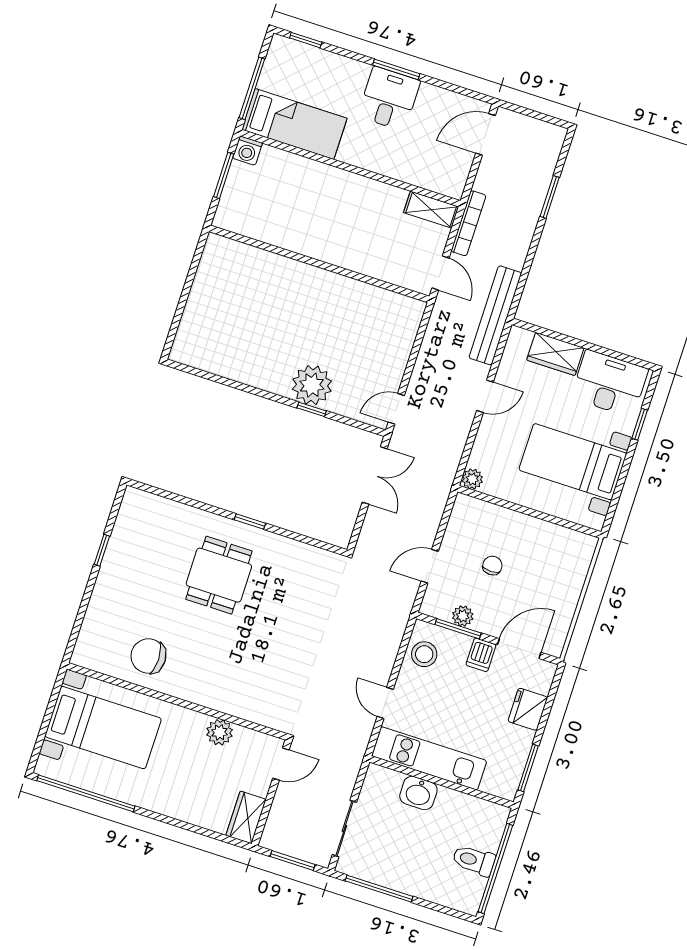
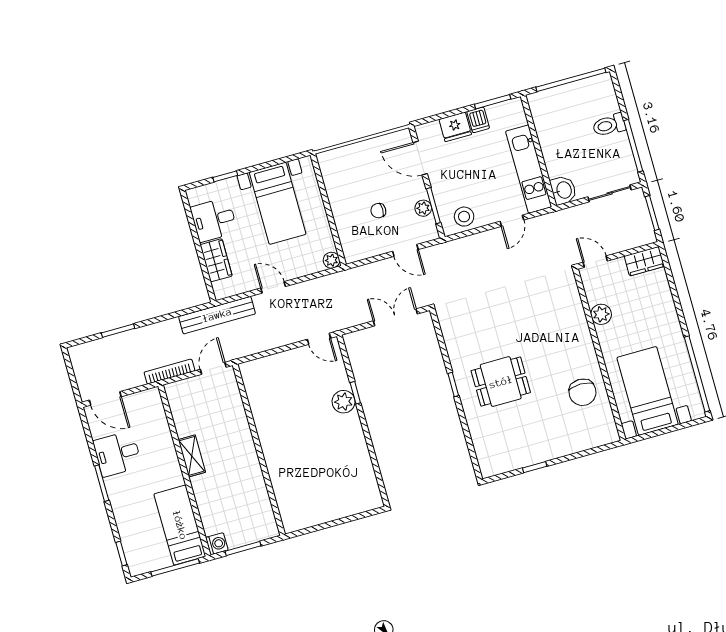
desk: (389, 99) -> (117, 454), moved
shelving: (431, 210) -> (192, 456), moved
desk: (609, 383) -> (214, 220), width x0.73
plant: (312, 385) -> (344, 402), width x0.73, depth x0.73
double door: (375, 475) -> (395, 317), moved
dishwasher: (481, 655) -> (478, 120), moved, turned 90
washbasin: (418, 793) -> (563, 190), moved
toilet: (474, 860) -> (609, 125), moved, turned 90

